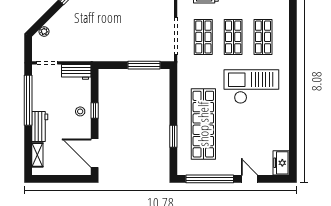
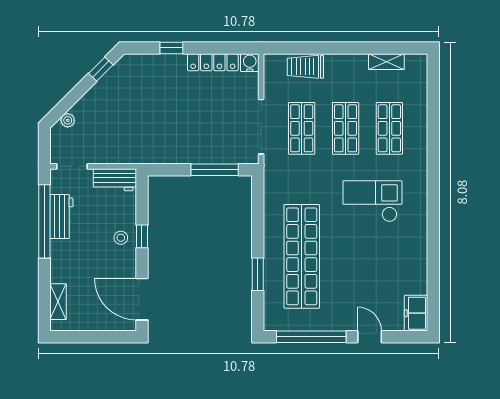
checkout: (251, 87) -> (372, 201), width x0.73, depth x0.83
workbench: (40, 127) -> (61, 217), moved

